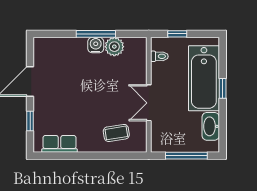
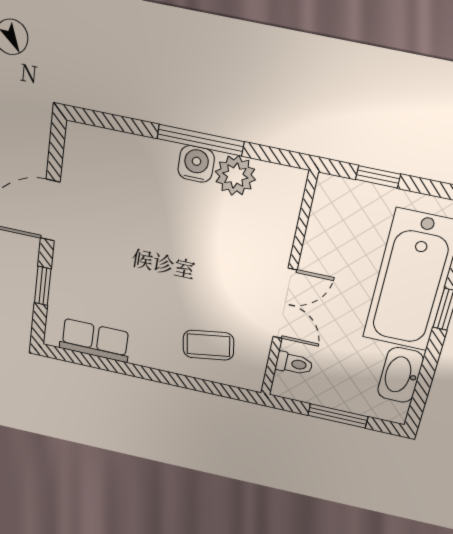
toilet: (159, 56) -> (294, 364), moved
double door: (149, 103) -> (285, 304), swing flipped
window: (186, 156) -> (338, 416), width x0.69

